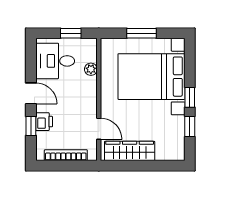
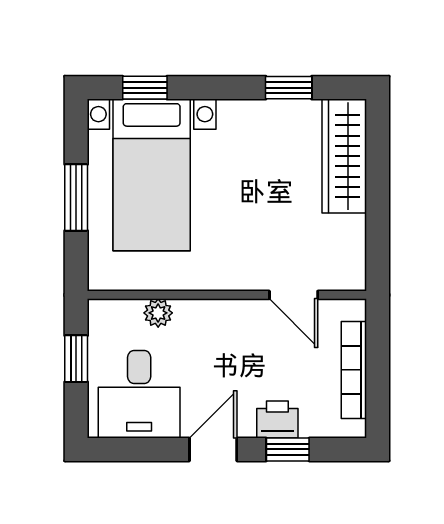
bed with nightstands: (151, 77) -> (152, 175), width x0.73
window: (190, 97) -> (145, 88), moved
door: (99, 129) -> (294, 295), swing flipped
wardrobe: (130, 151) -> (344, 156), moved

